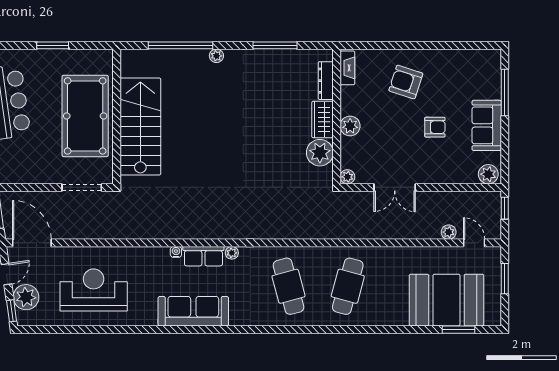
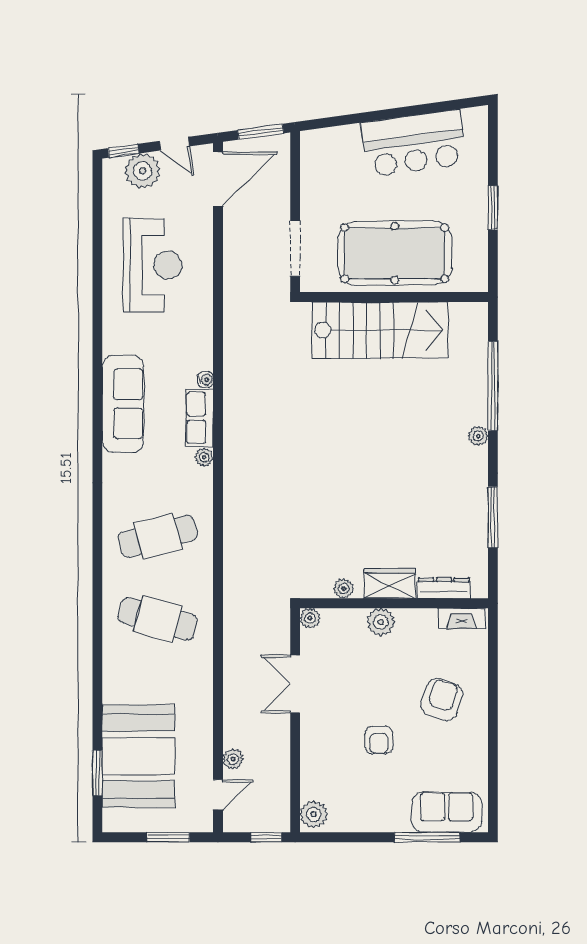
sofa: (487, 125) -> (447, 812), moved
plant: (320, 153) -> (344, 589), width x0.53, depth x0.53

